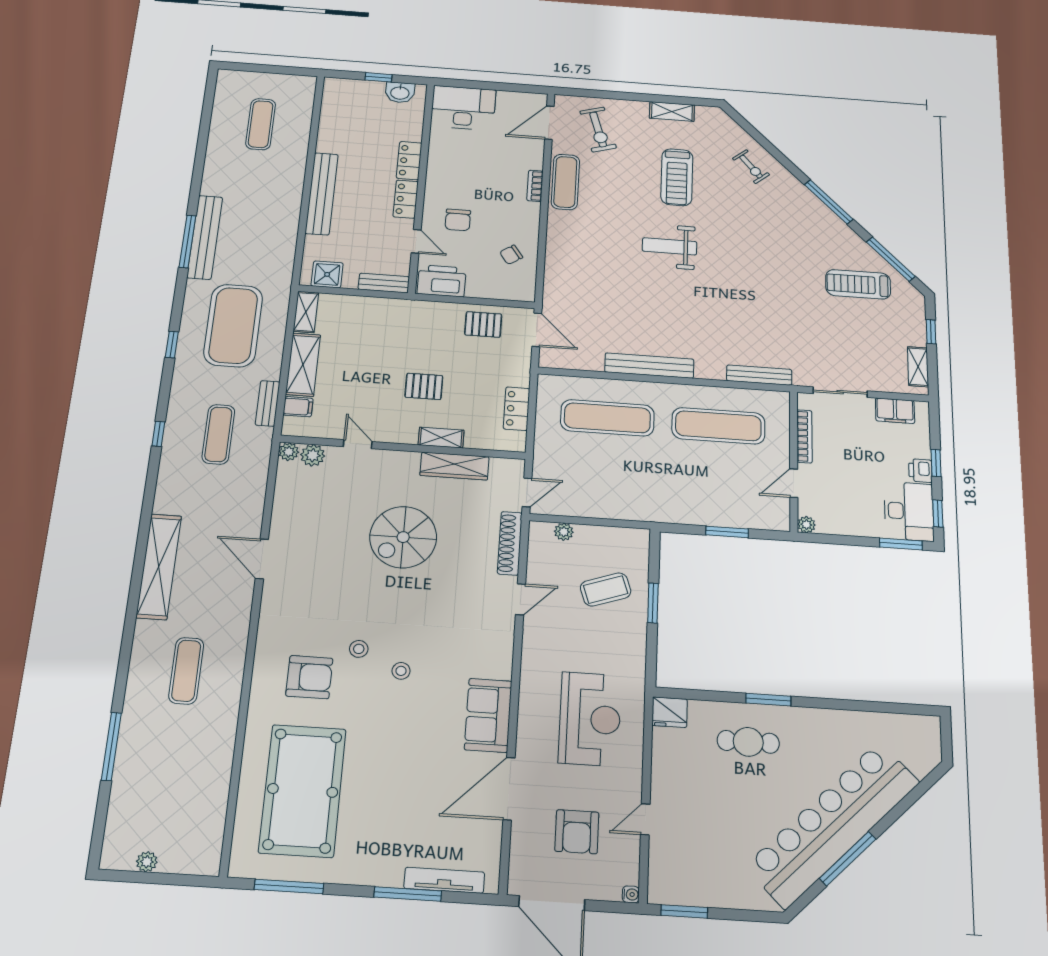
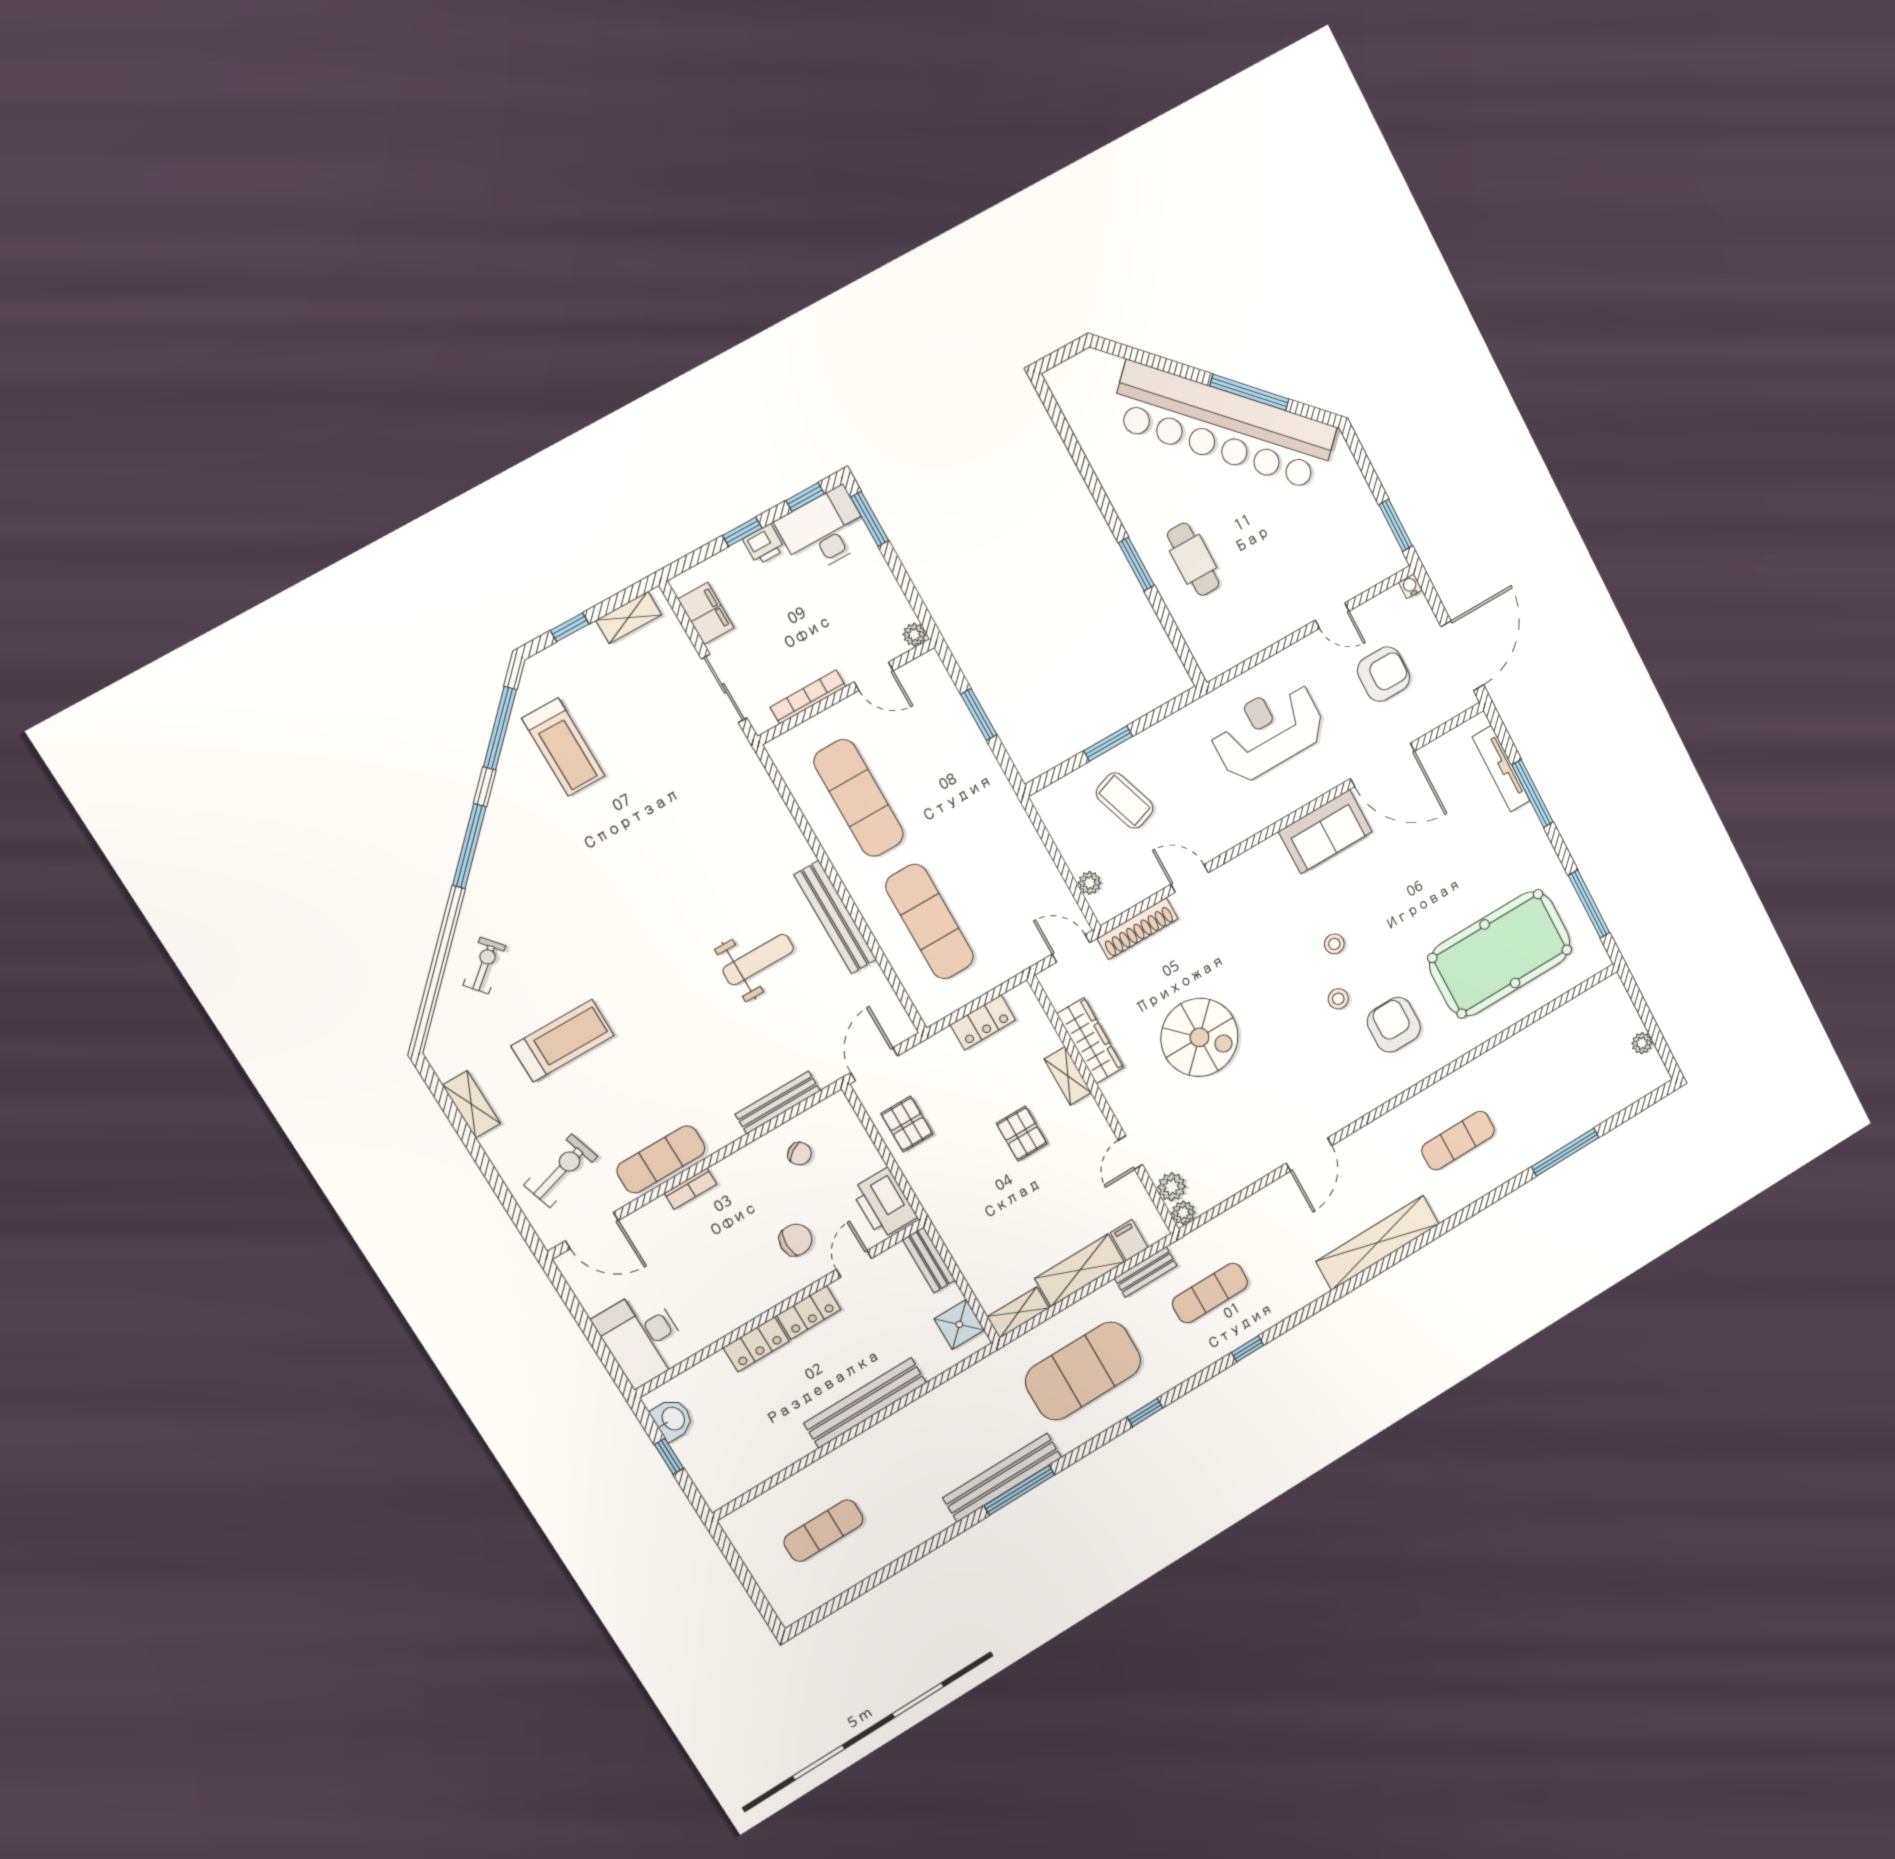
weight bench: (670, 246) -> (758, 960), moved, turned -90
bench: (759, 375) -> (778, 1102), moved, turned 90
fridge: (670, 712) -> (1212, 656), removed

